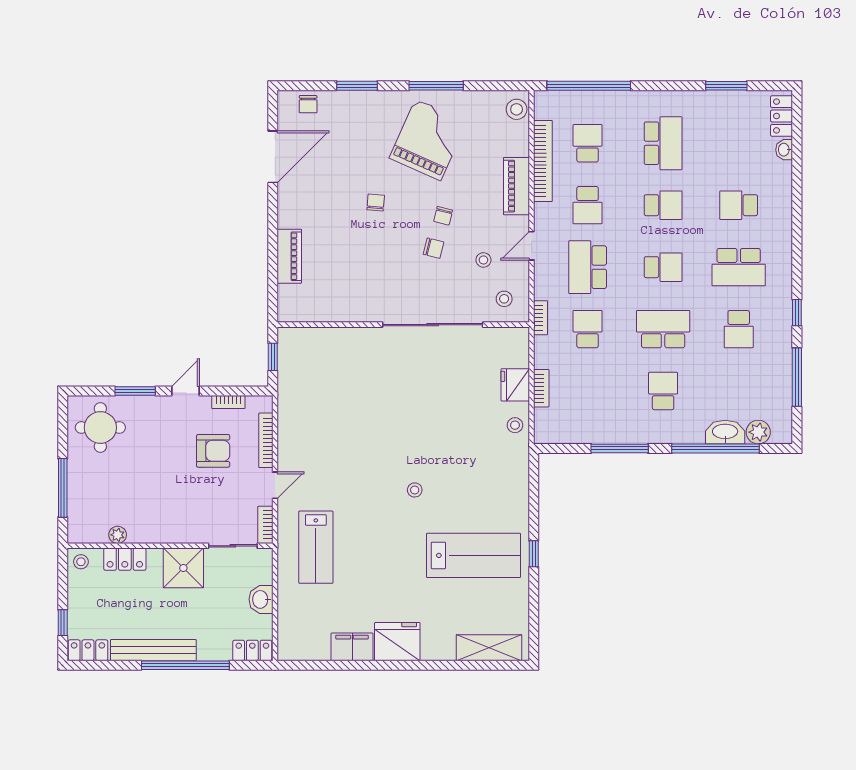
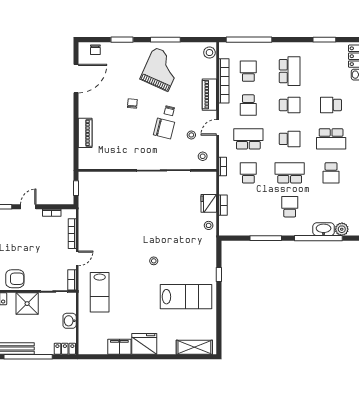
chair: (434, 248) -> (164, 129), width x1.87, depth x1.87
school desk: (588, 267) -> (248, 139), turned 90
armchair: (213, 451) -> (15, 279), moved
window: (534, 554) -> (219, 275), moved

